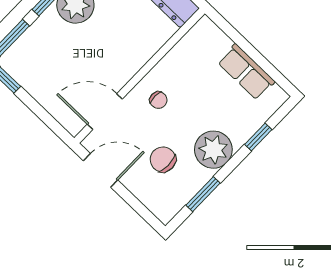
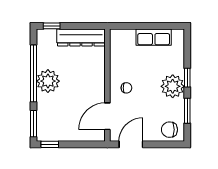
window: (258, 137) -> (187, 78), moved
chair: (163, 159) -> (169, 130), moved

